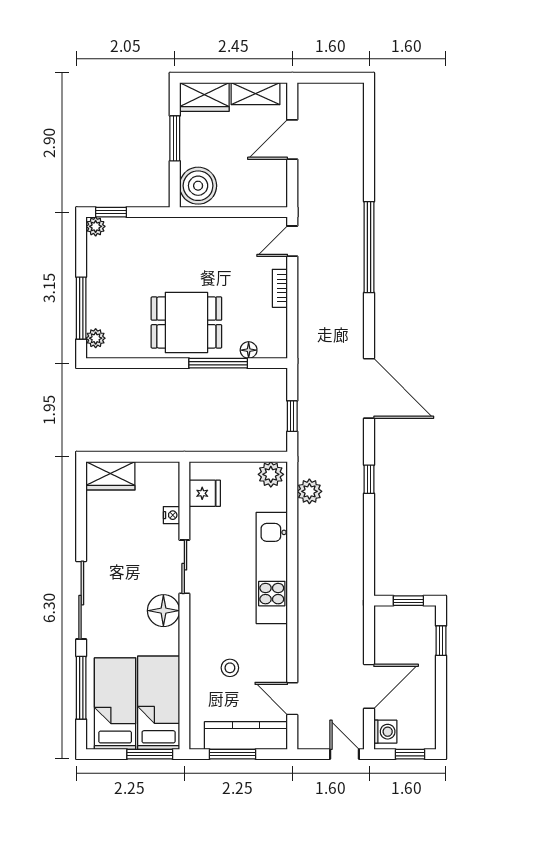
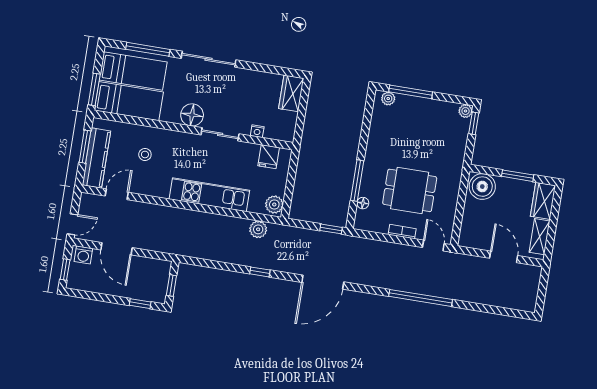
dining table: (186, 322) -> (410, 190), moved, turned 90
window: (292, 416) -> (331, 229), moved

